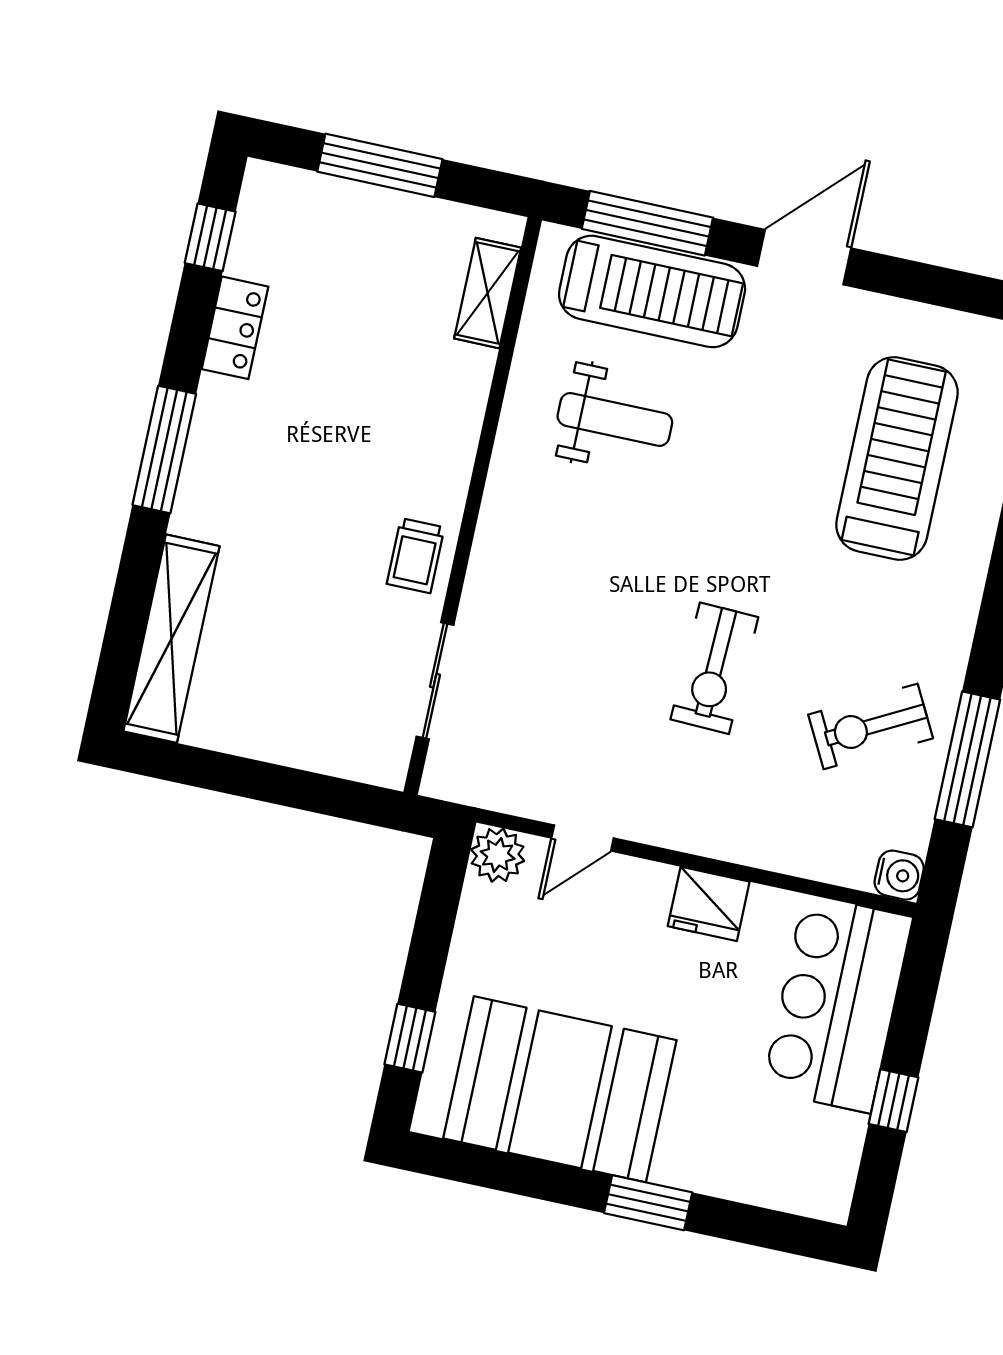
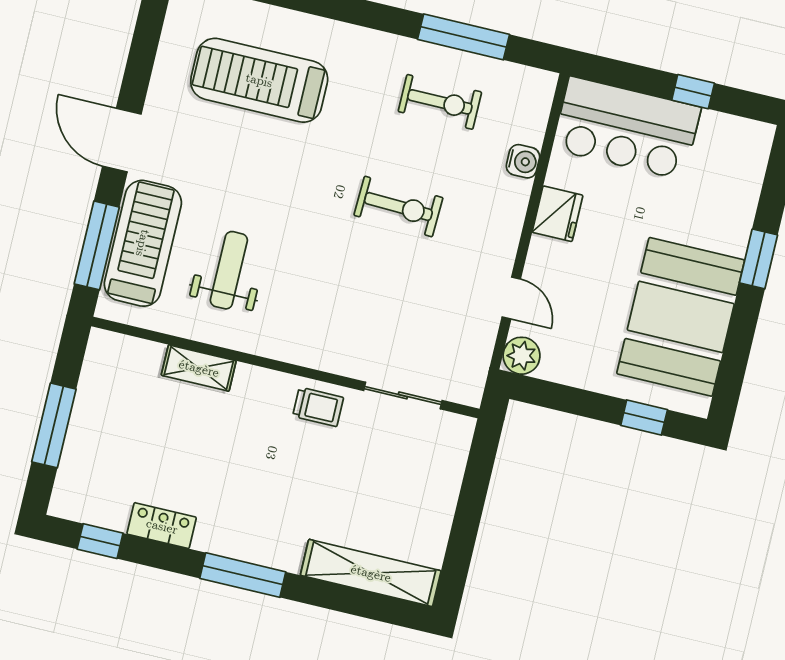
shelving: (488, 293) -> (199, 368), moved
exercise bike: (871, 726) -> (440, 102), turned -62
water cooler: (899, 875) -> (523, 161), moved, turned 90

